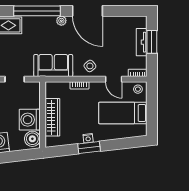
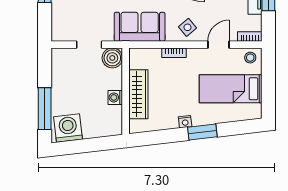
door: (114, 79) -> (218, 45), swing flipped
washing machine: (30, 120) -> (115, 97), width x0.53, depth x0.53
boiler: (32, 139) -> (112, 58), moved
window: (89, 147) -> (202, 132), moved

